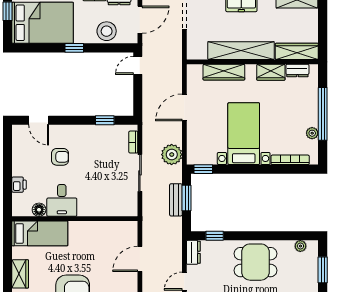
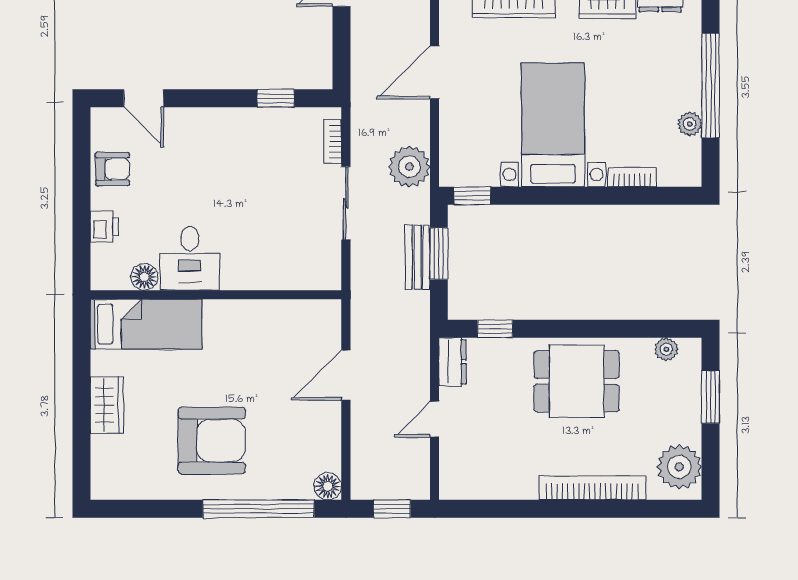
armchair: (60, 157) -> (113, 169), moved
bookcase: (290, 160) -> (632, 177), width x0.64

